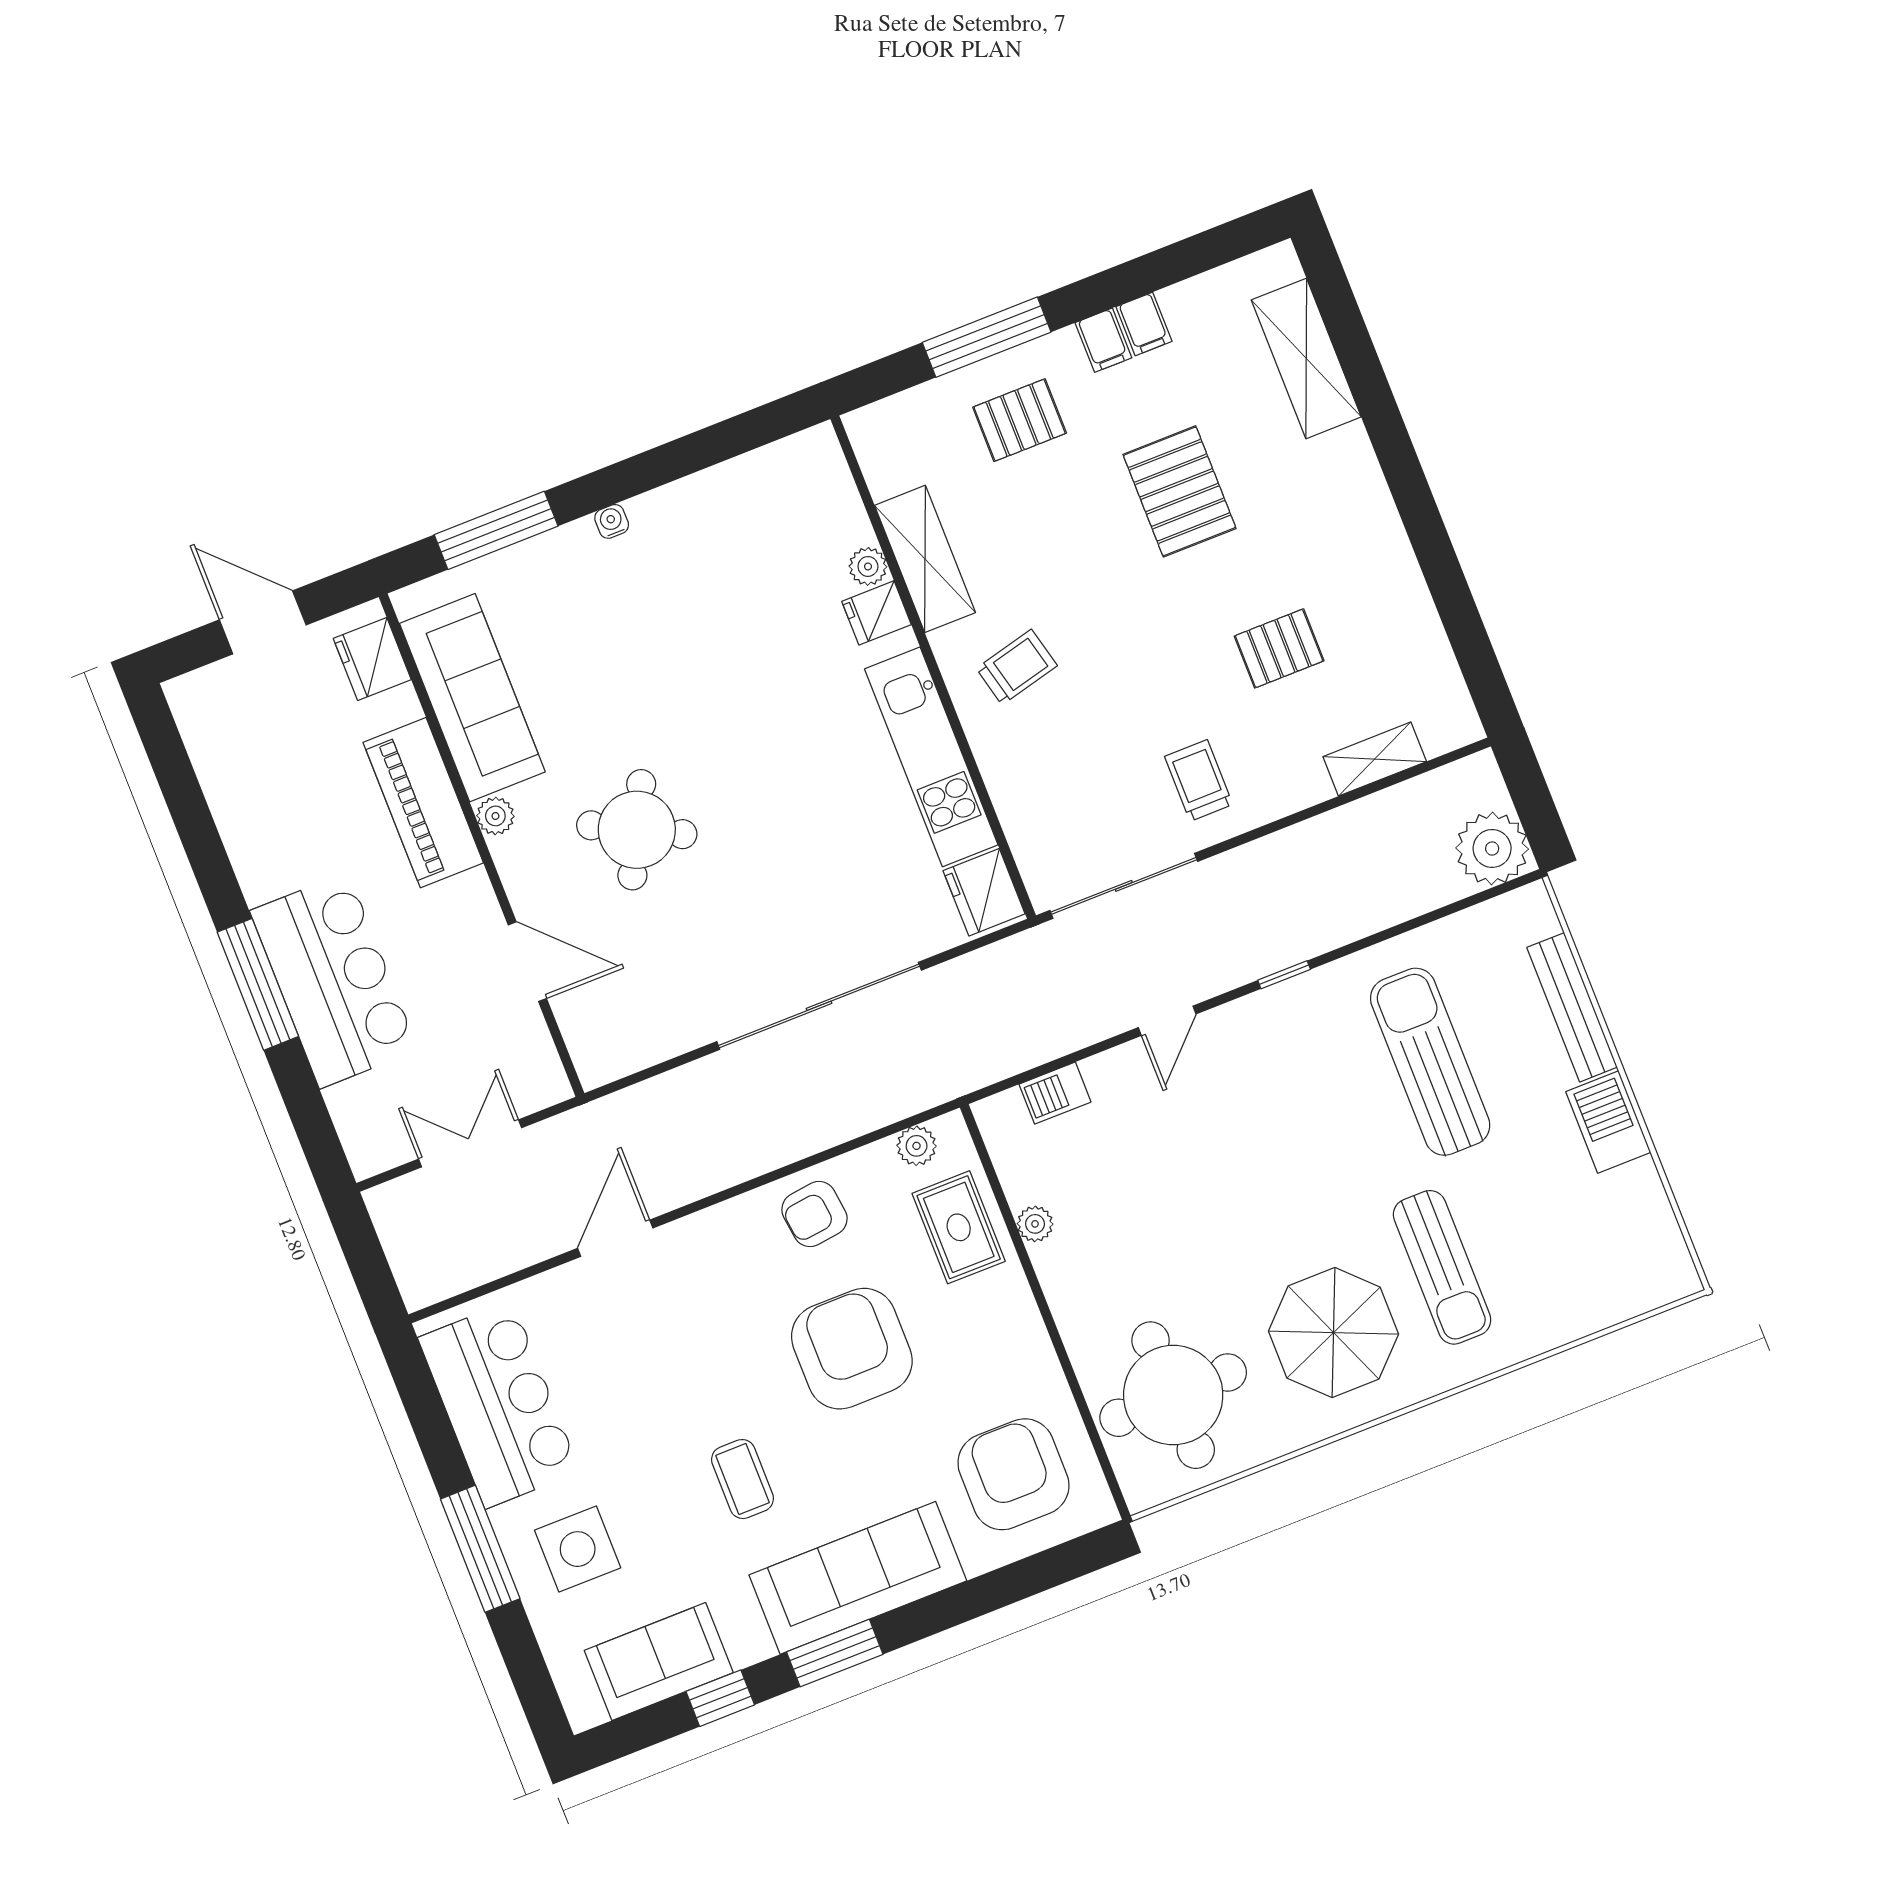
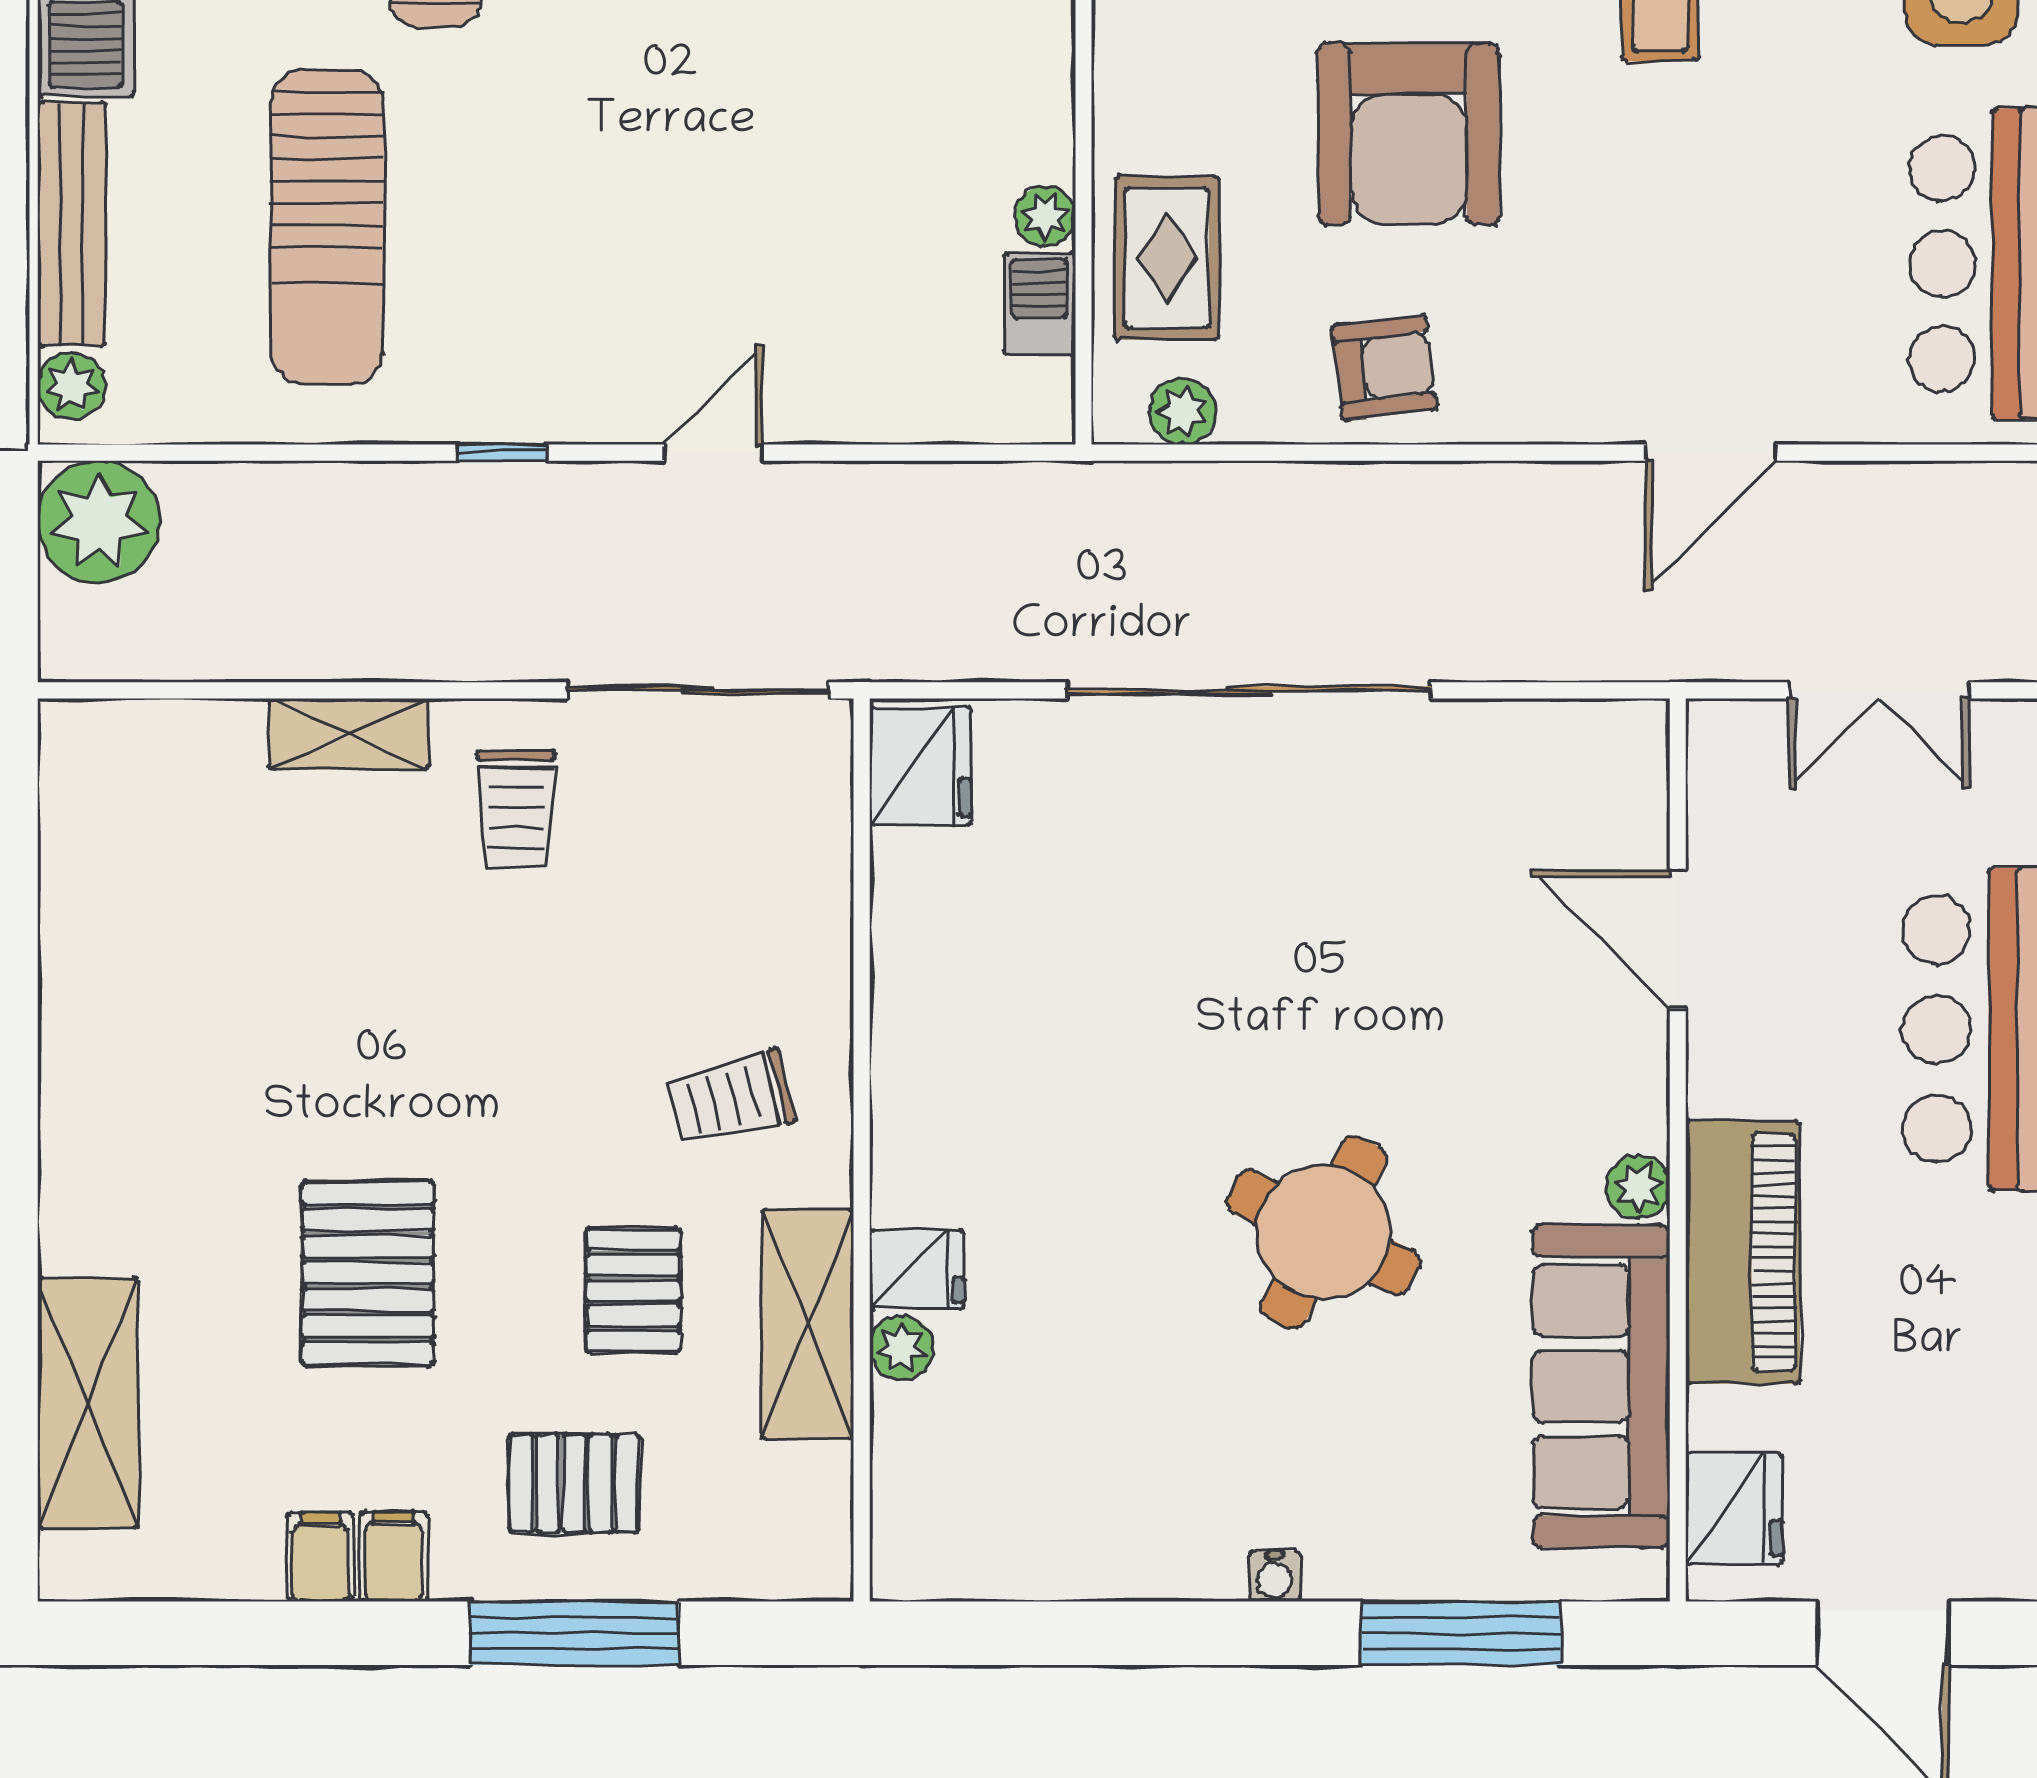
pallet: (1279, 648) -> (633, 1290), moved, turned 90
kitchen unit: (931, 757) -> (920, 1011), removed
shelving: (1375, 759) -> (349, 734), moved
round table: (637, 830) -> (1324, 1232), moved
plant: (1537, 918) -> (71, 386), added
barbecue: (1055, 1093) -> (1039, 304), moved, turned -90

